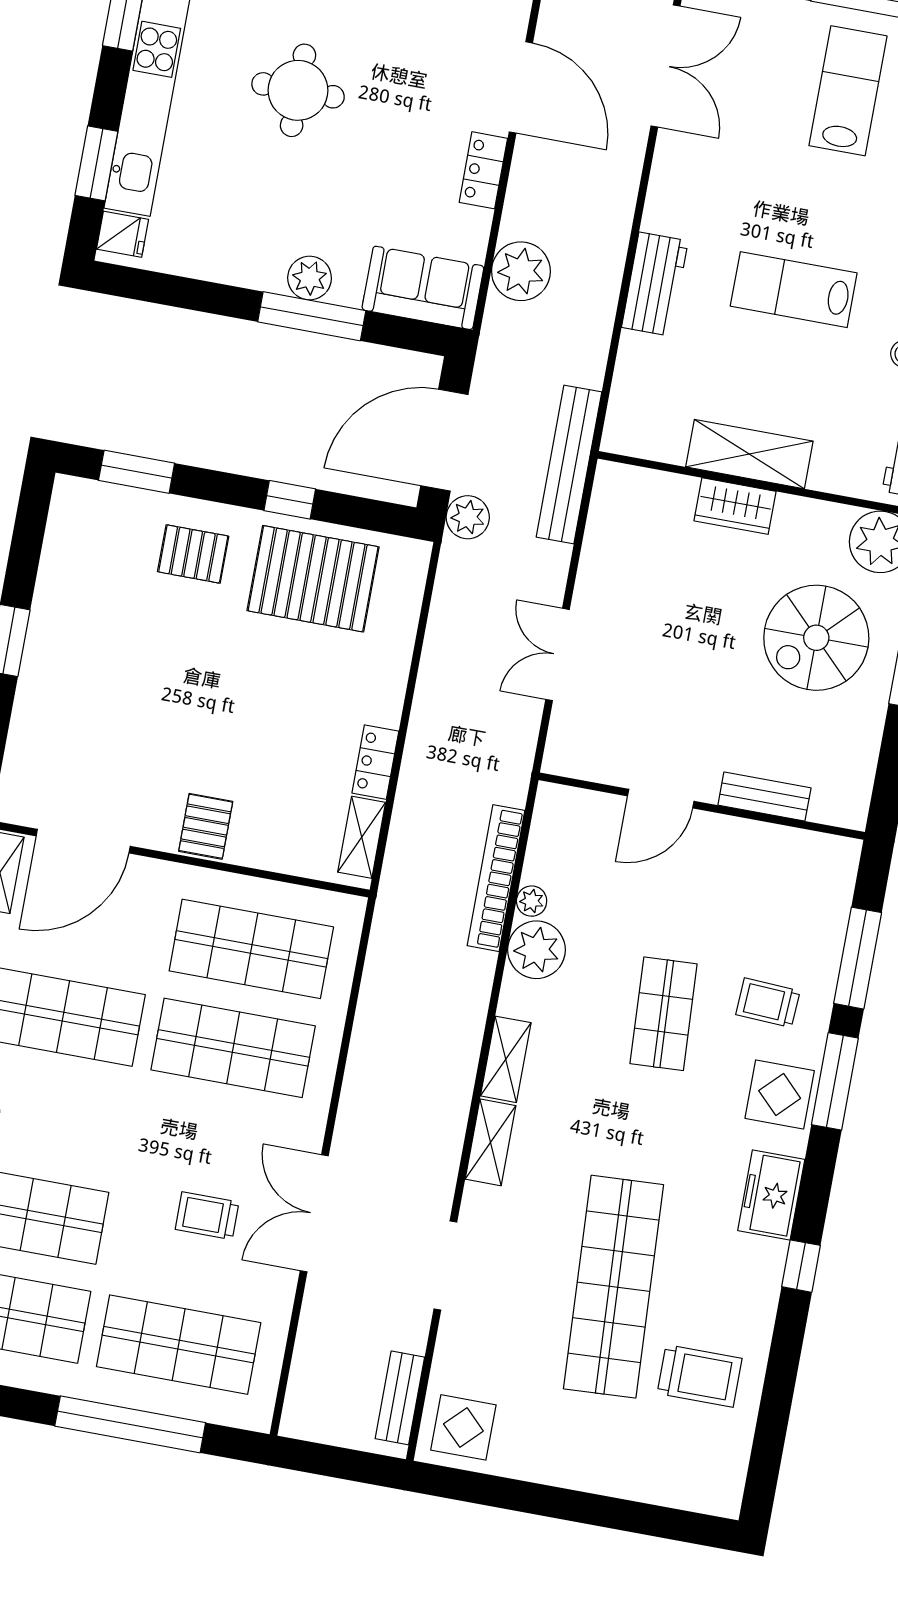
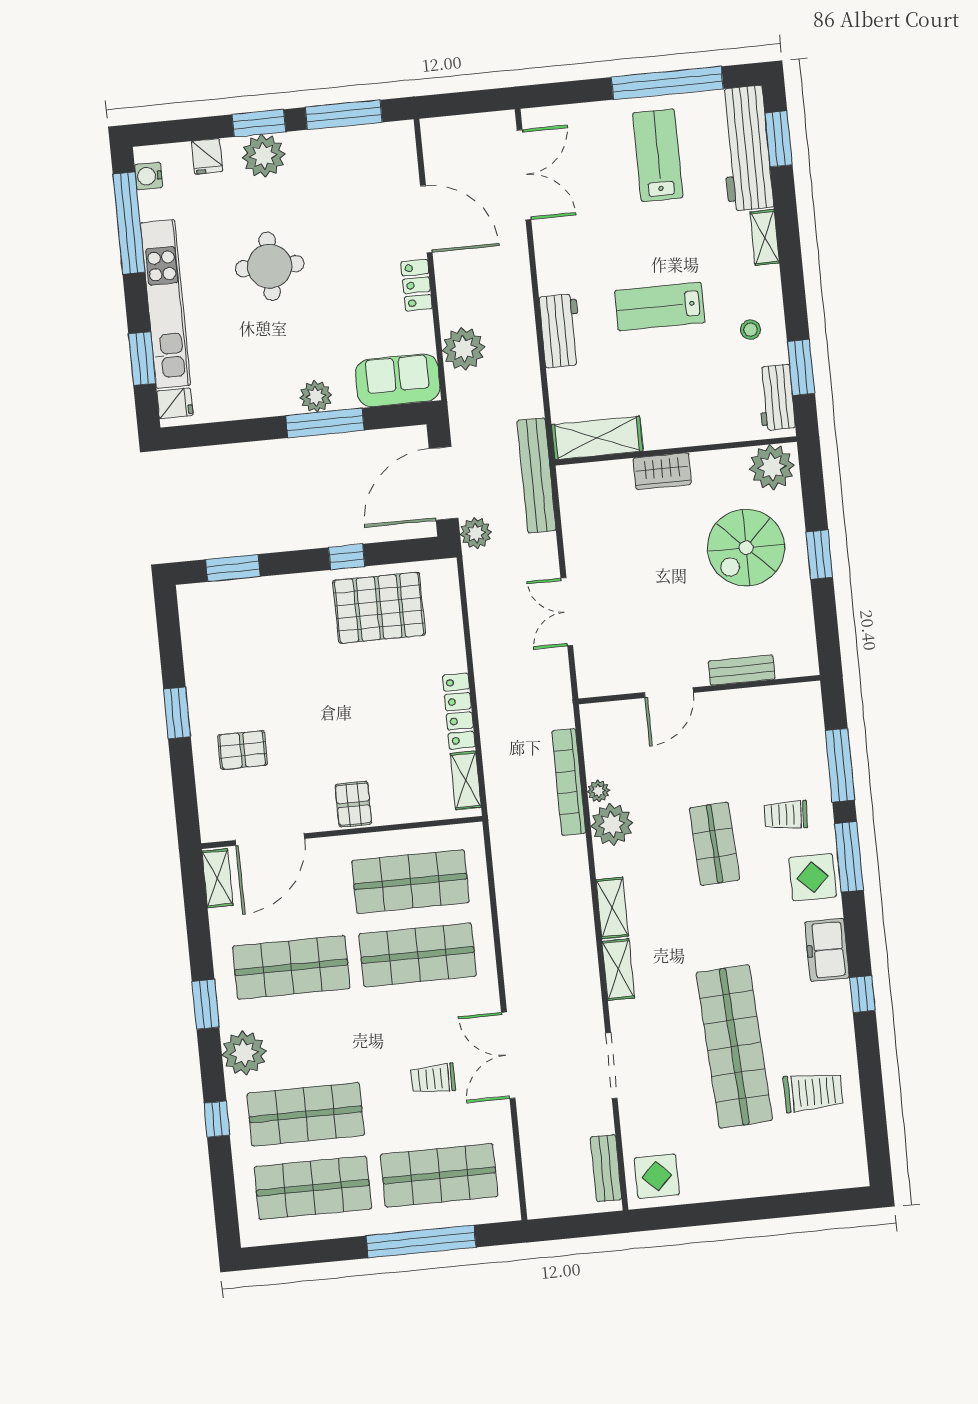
shelving: (749, 454) -> (597, 438), moved
pallet: (193, 554) -> (242, 750), moved
locker: (375, 762) -> (459, 711), width x1.53

